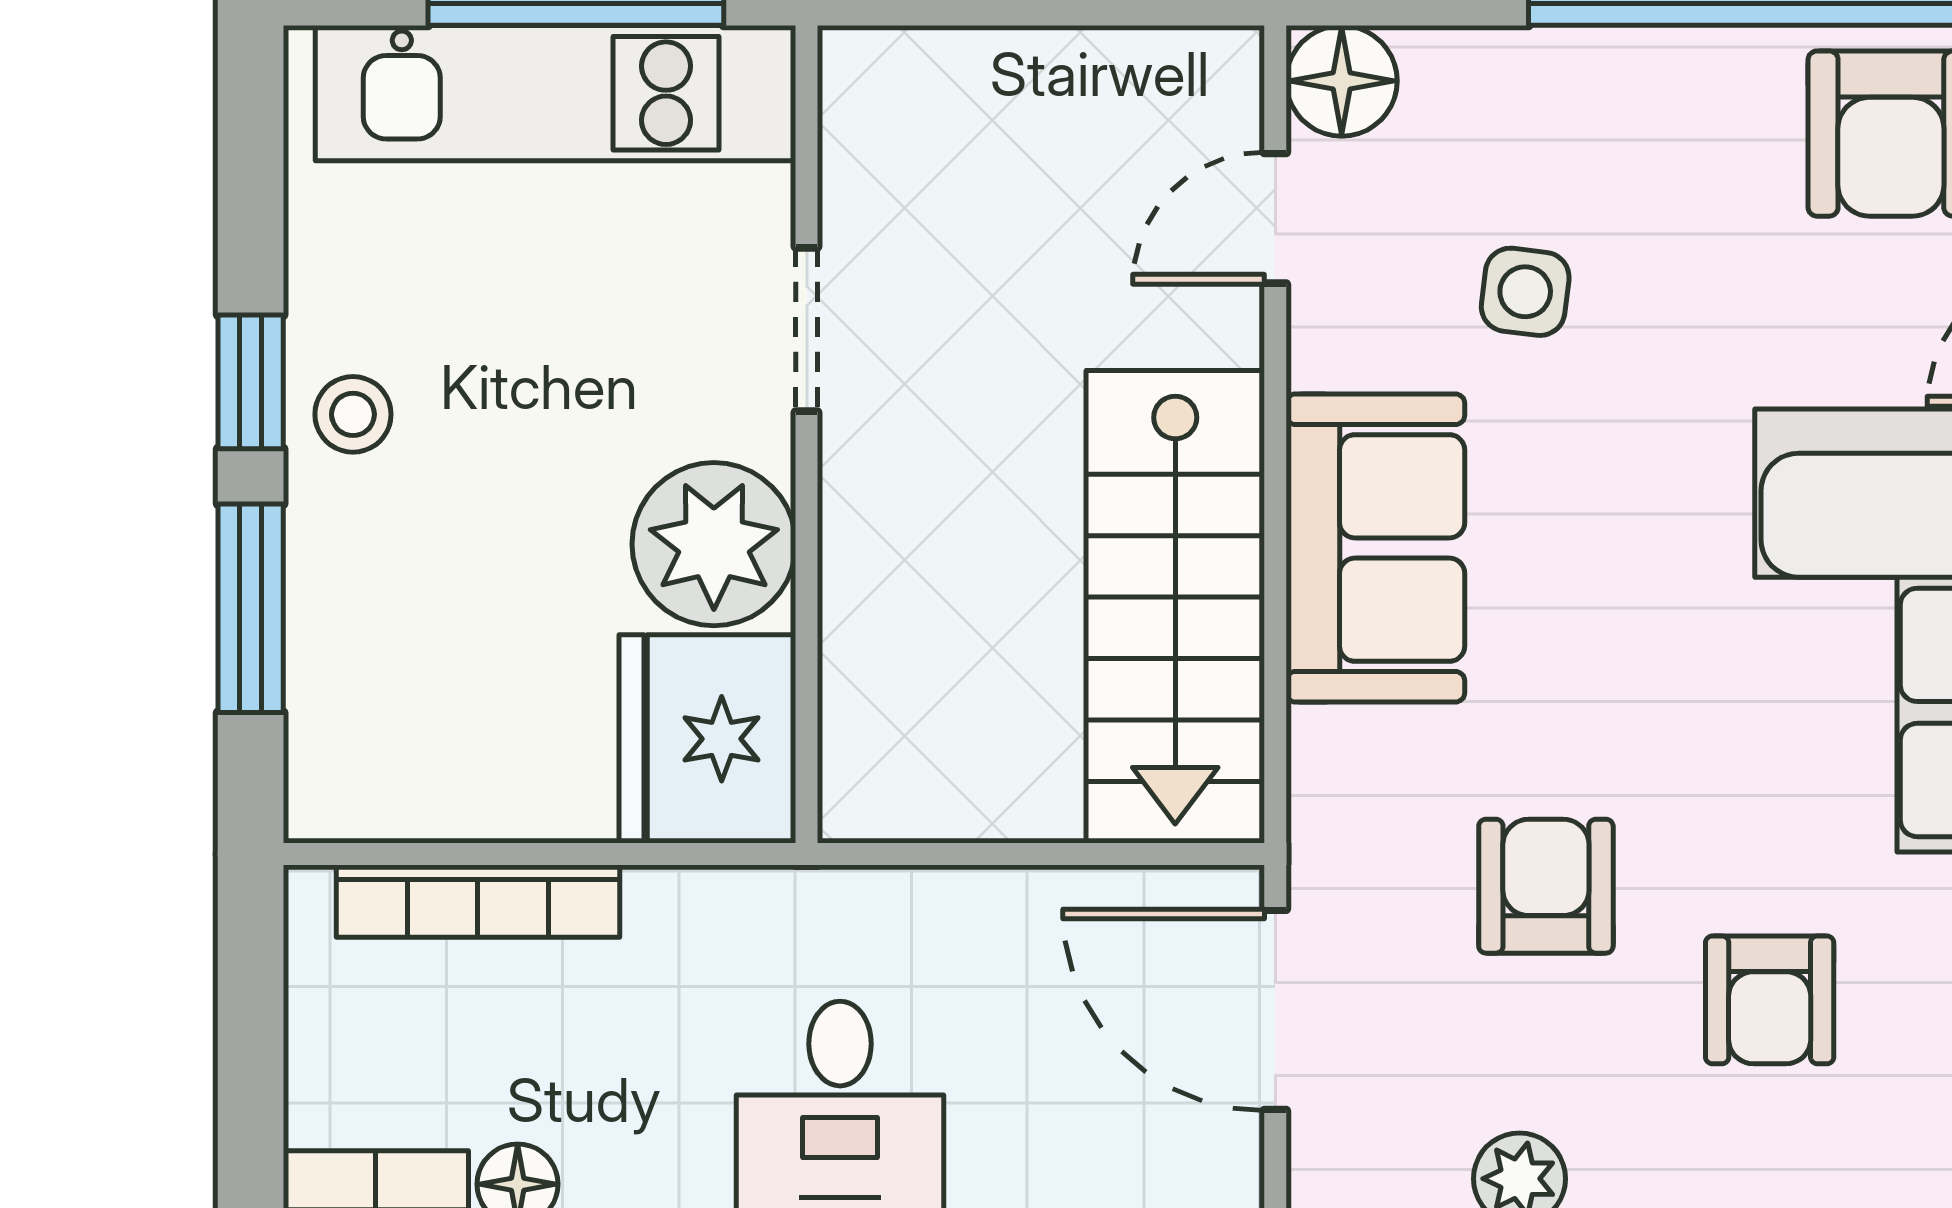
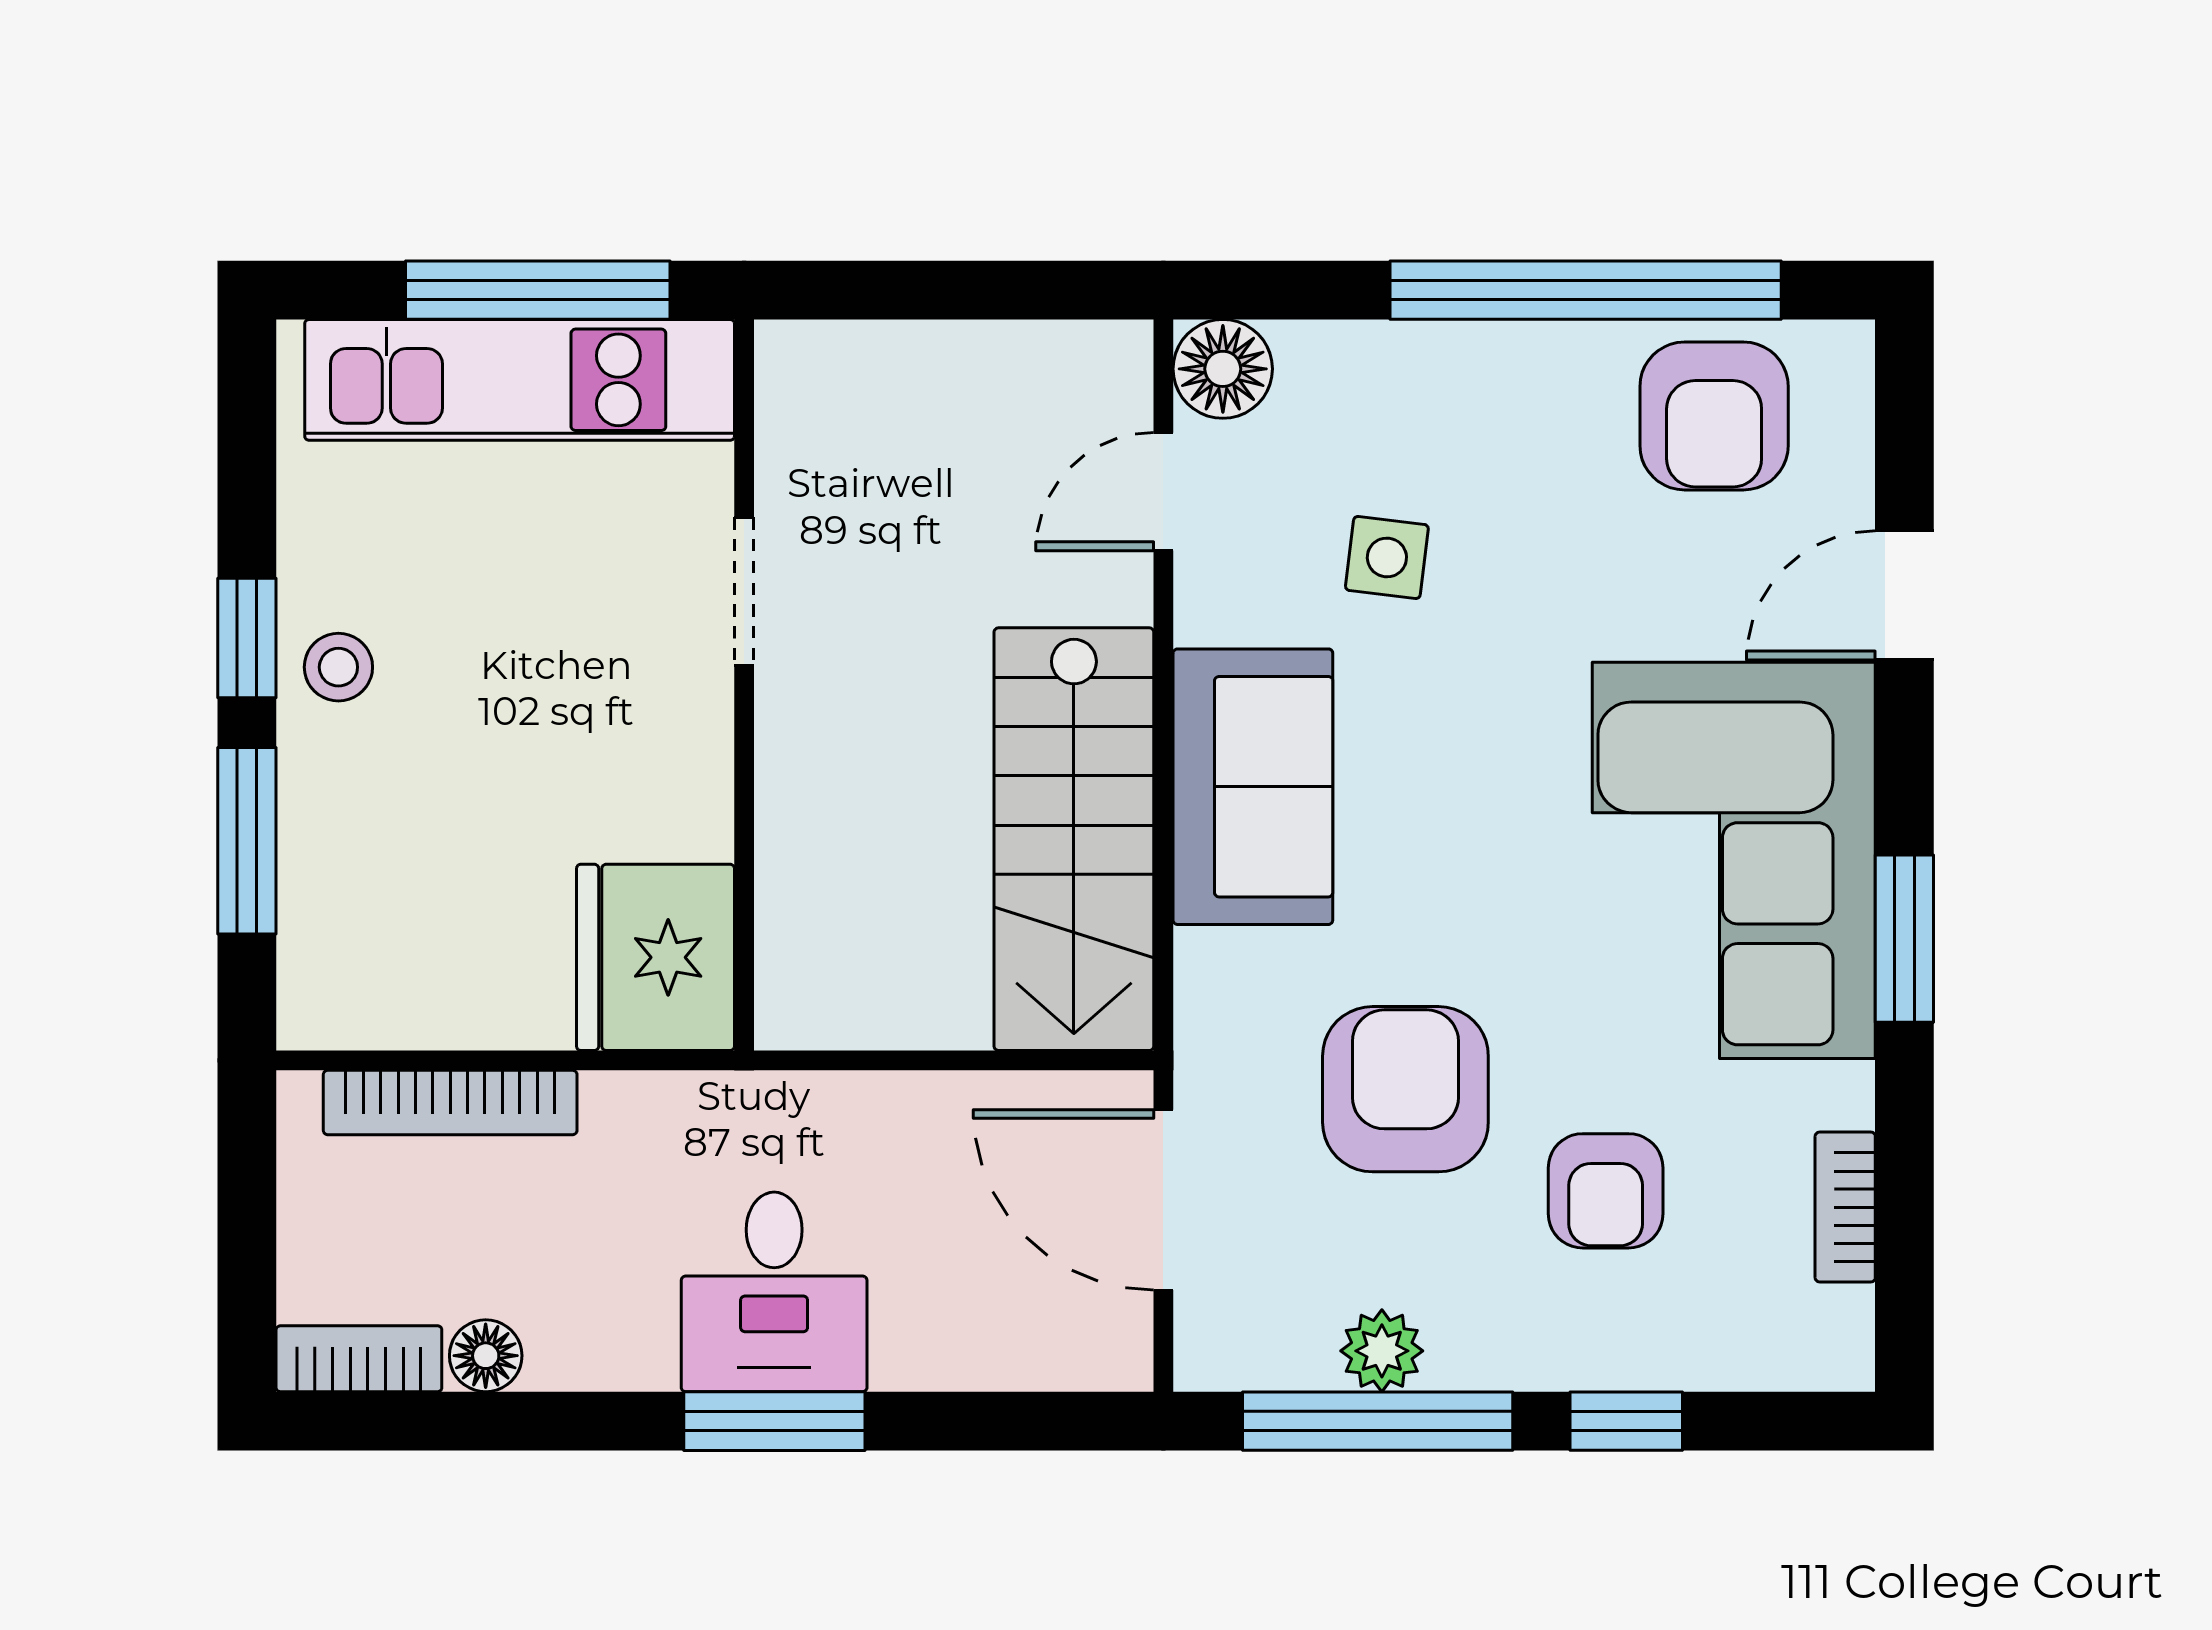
plant: (714, 544) -> (661, 783), removed
armchair: (1546, 886) -> (1405, 1089), width x1.38, depth x1.38

